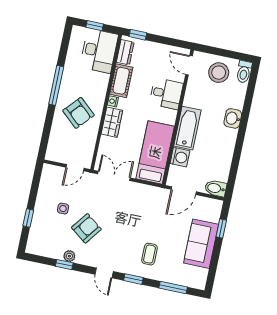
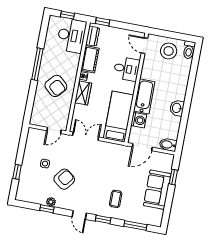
washbasin: (233, 118) -> (177, 108), moved

